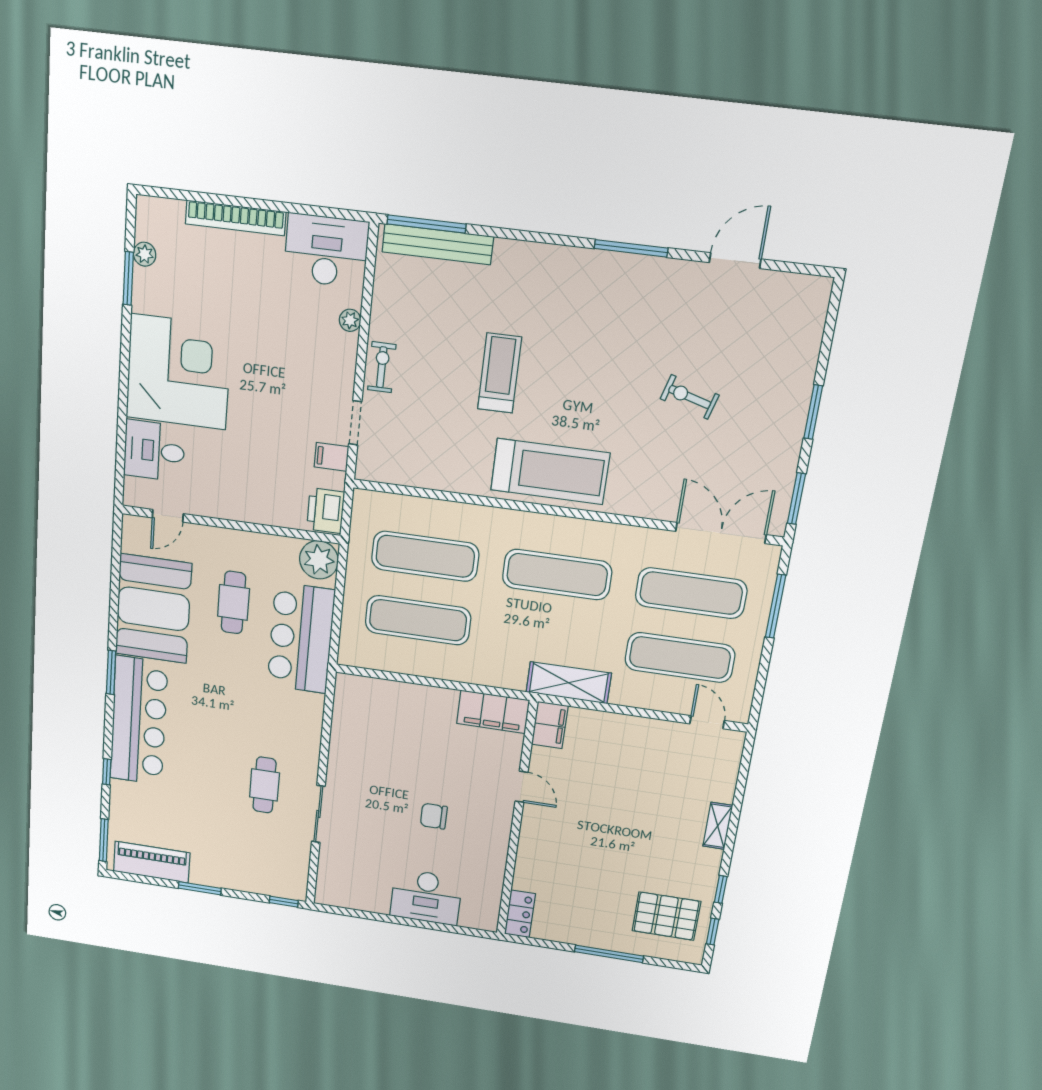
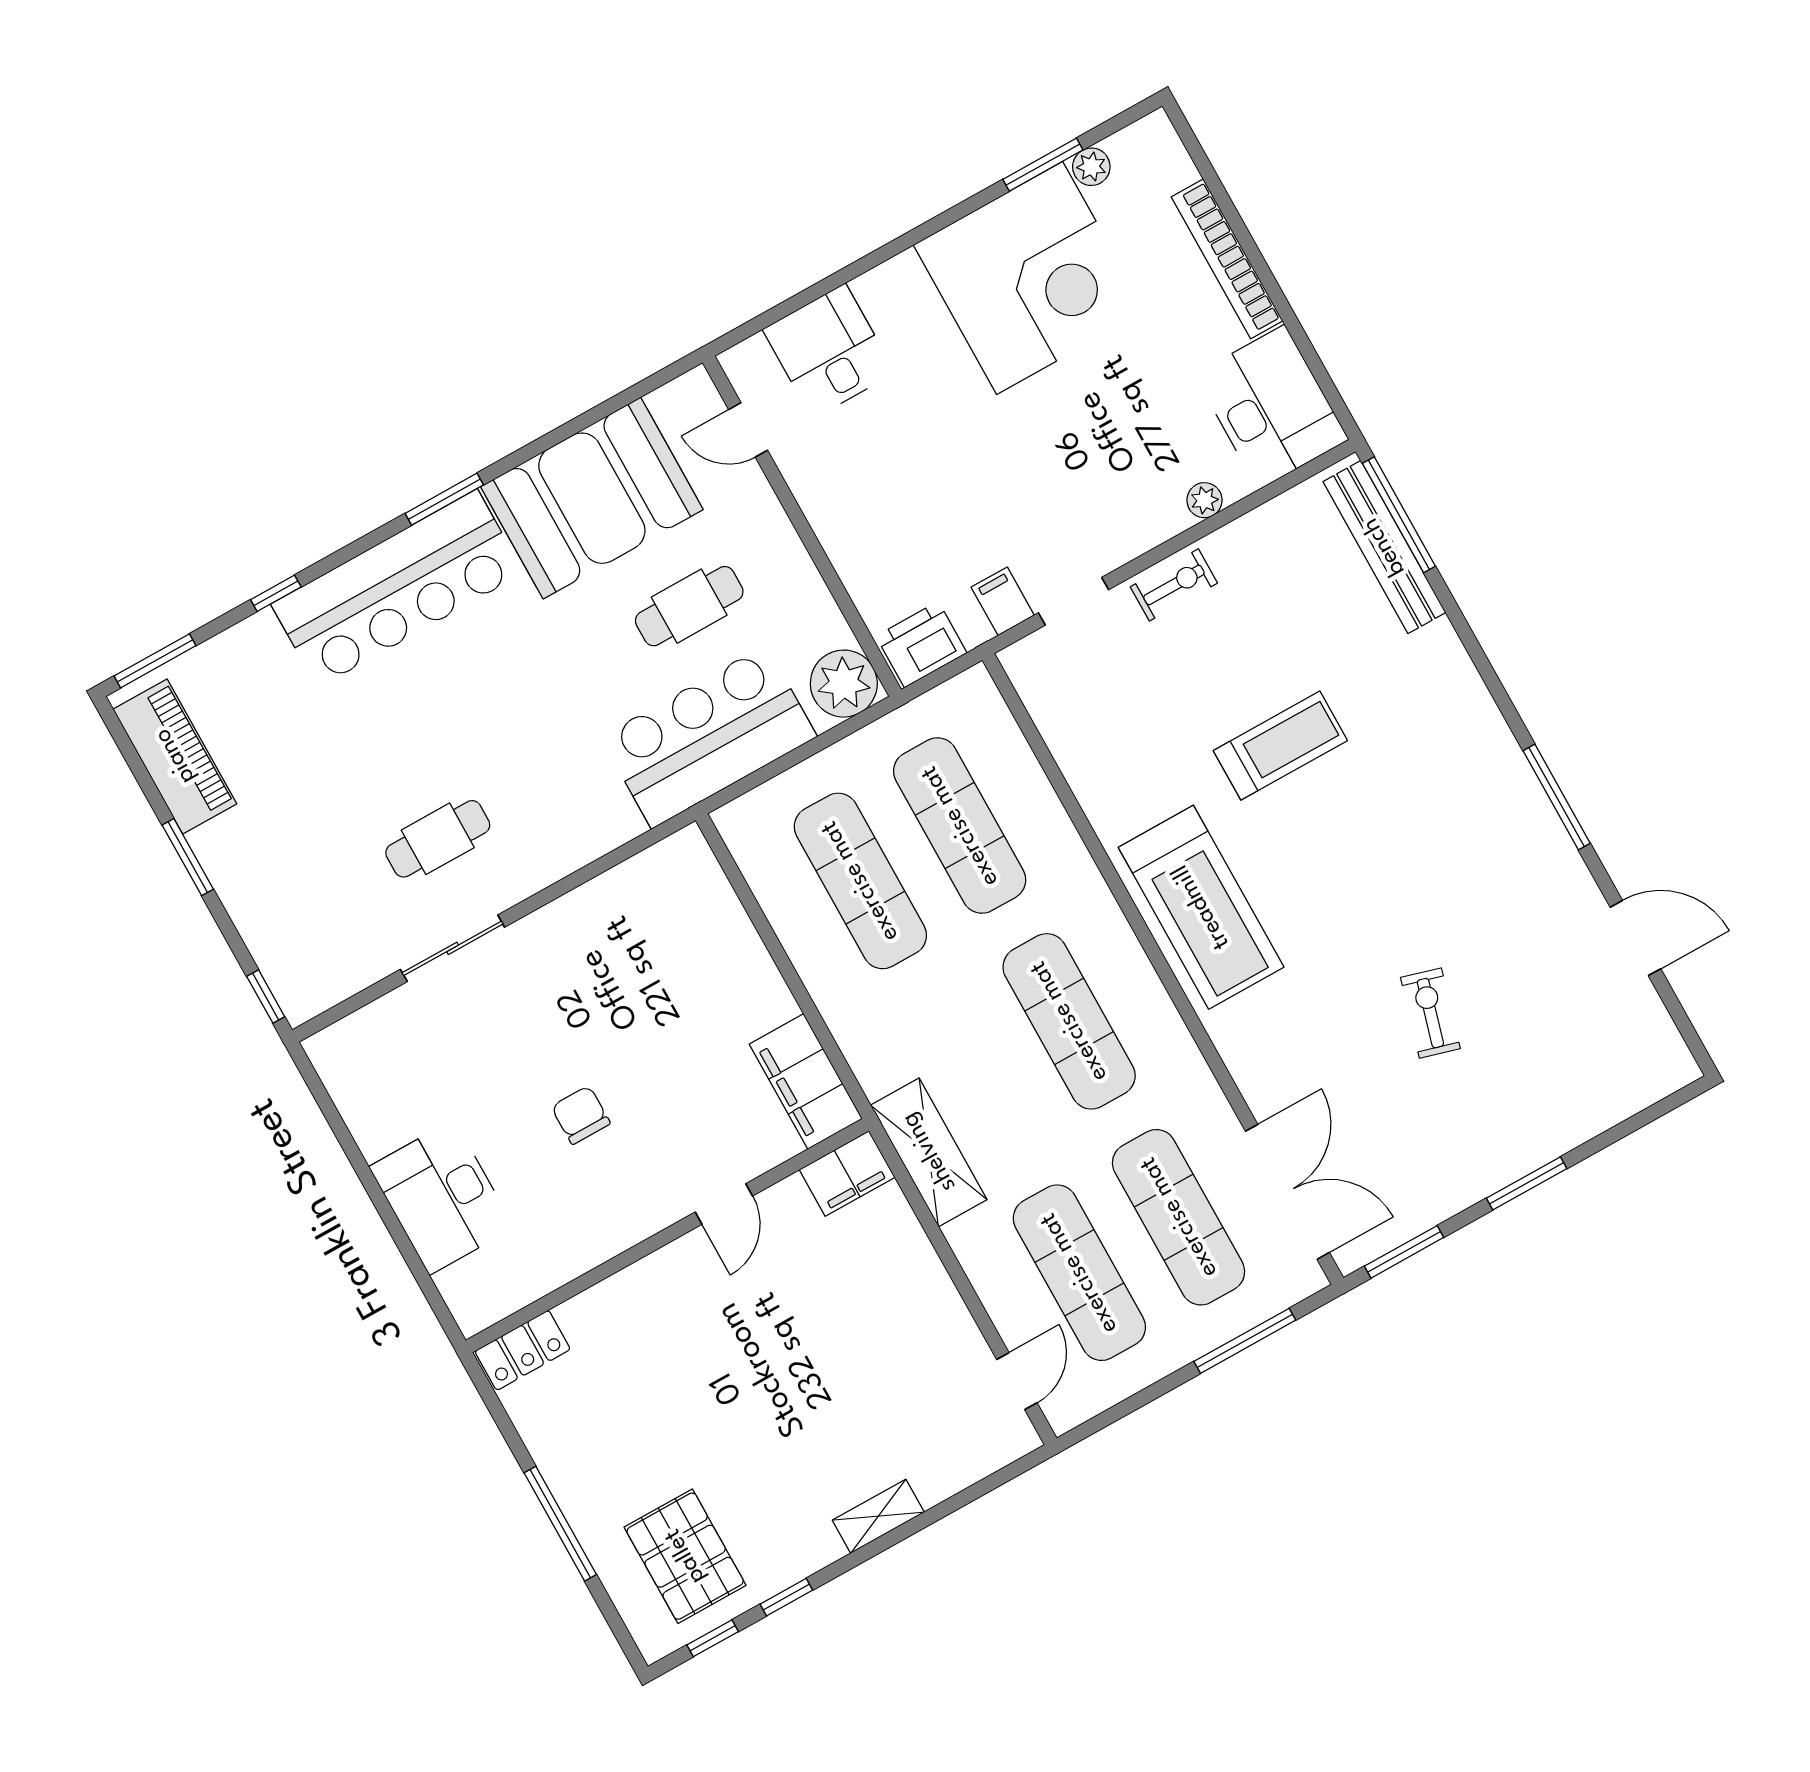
corner desk: (178, 372) -> (1030, 278), moved

